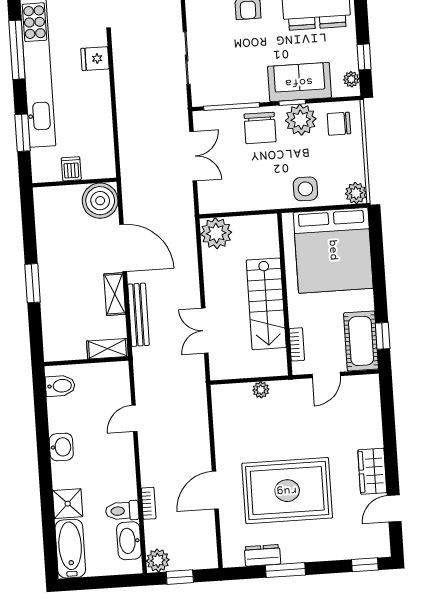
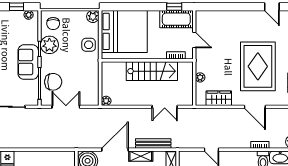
sofa: (299, 82) -> (28, 62), moved
chair: (260, 128) -> (53, 82), moved
plant: (216, 233) -> (106, 101), width x0.53, depth x0.53
wardrobe: (372, 471) -> (219, 98), moved, turned 180

